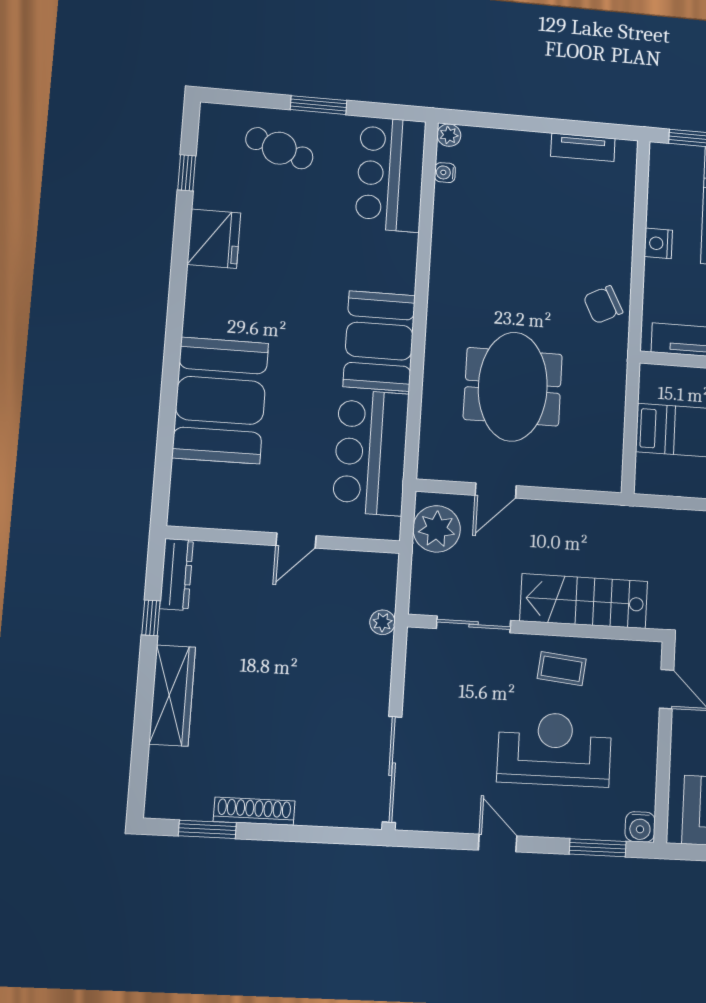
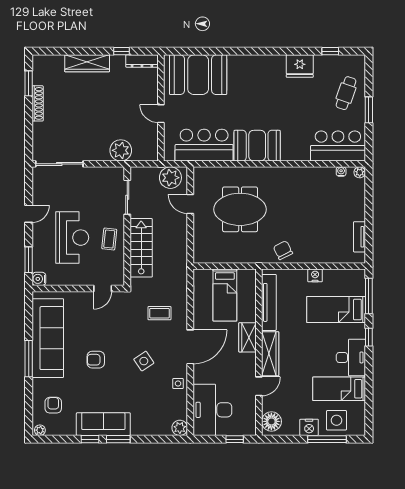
booth: (220, 400) -> (198, 75), moved
plant: (382, 622) -> (121, 150), width x1.88, depth x1.88

